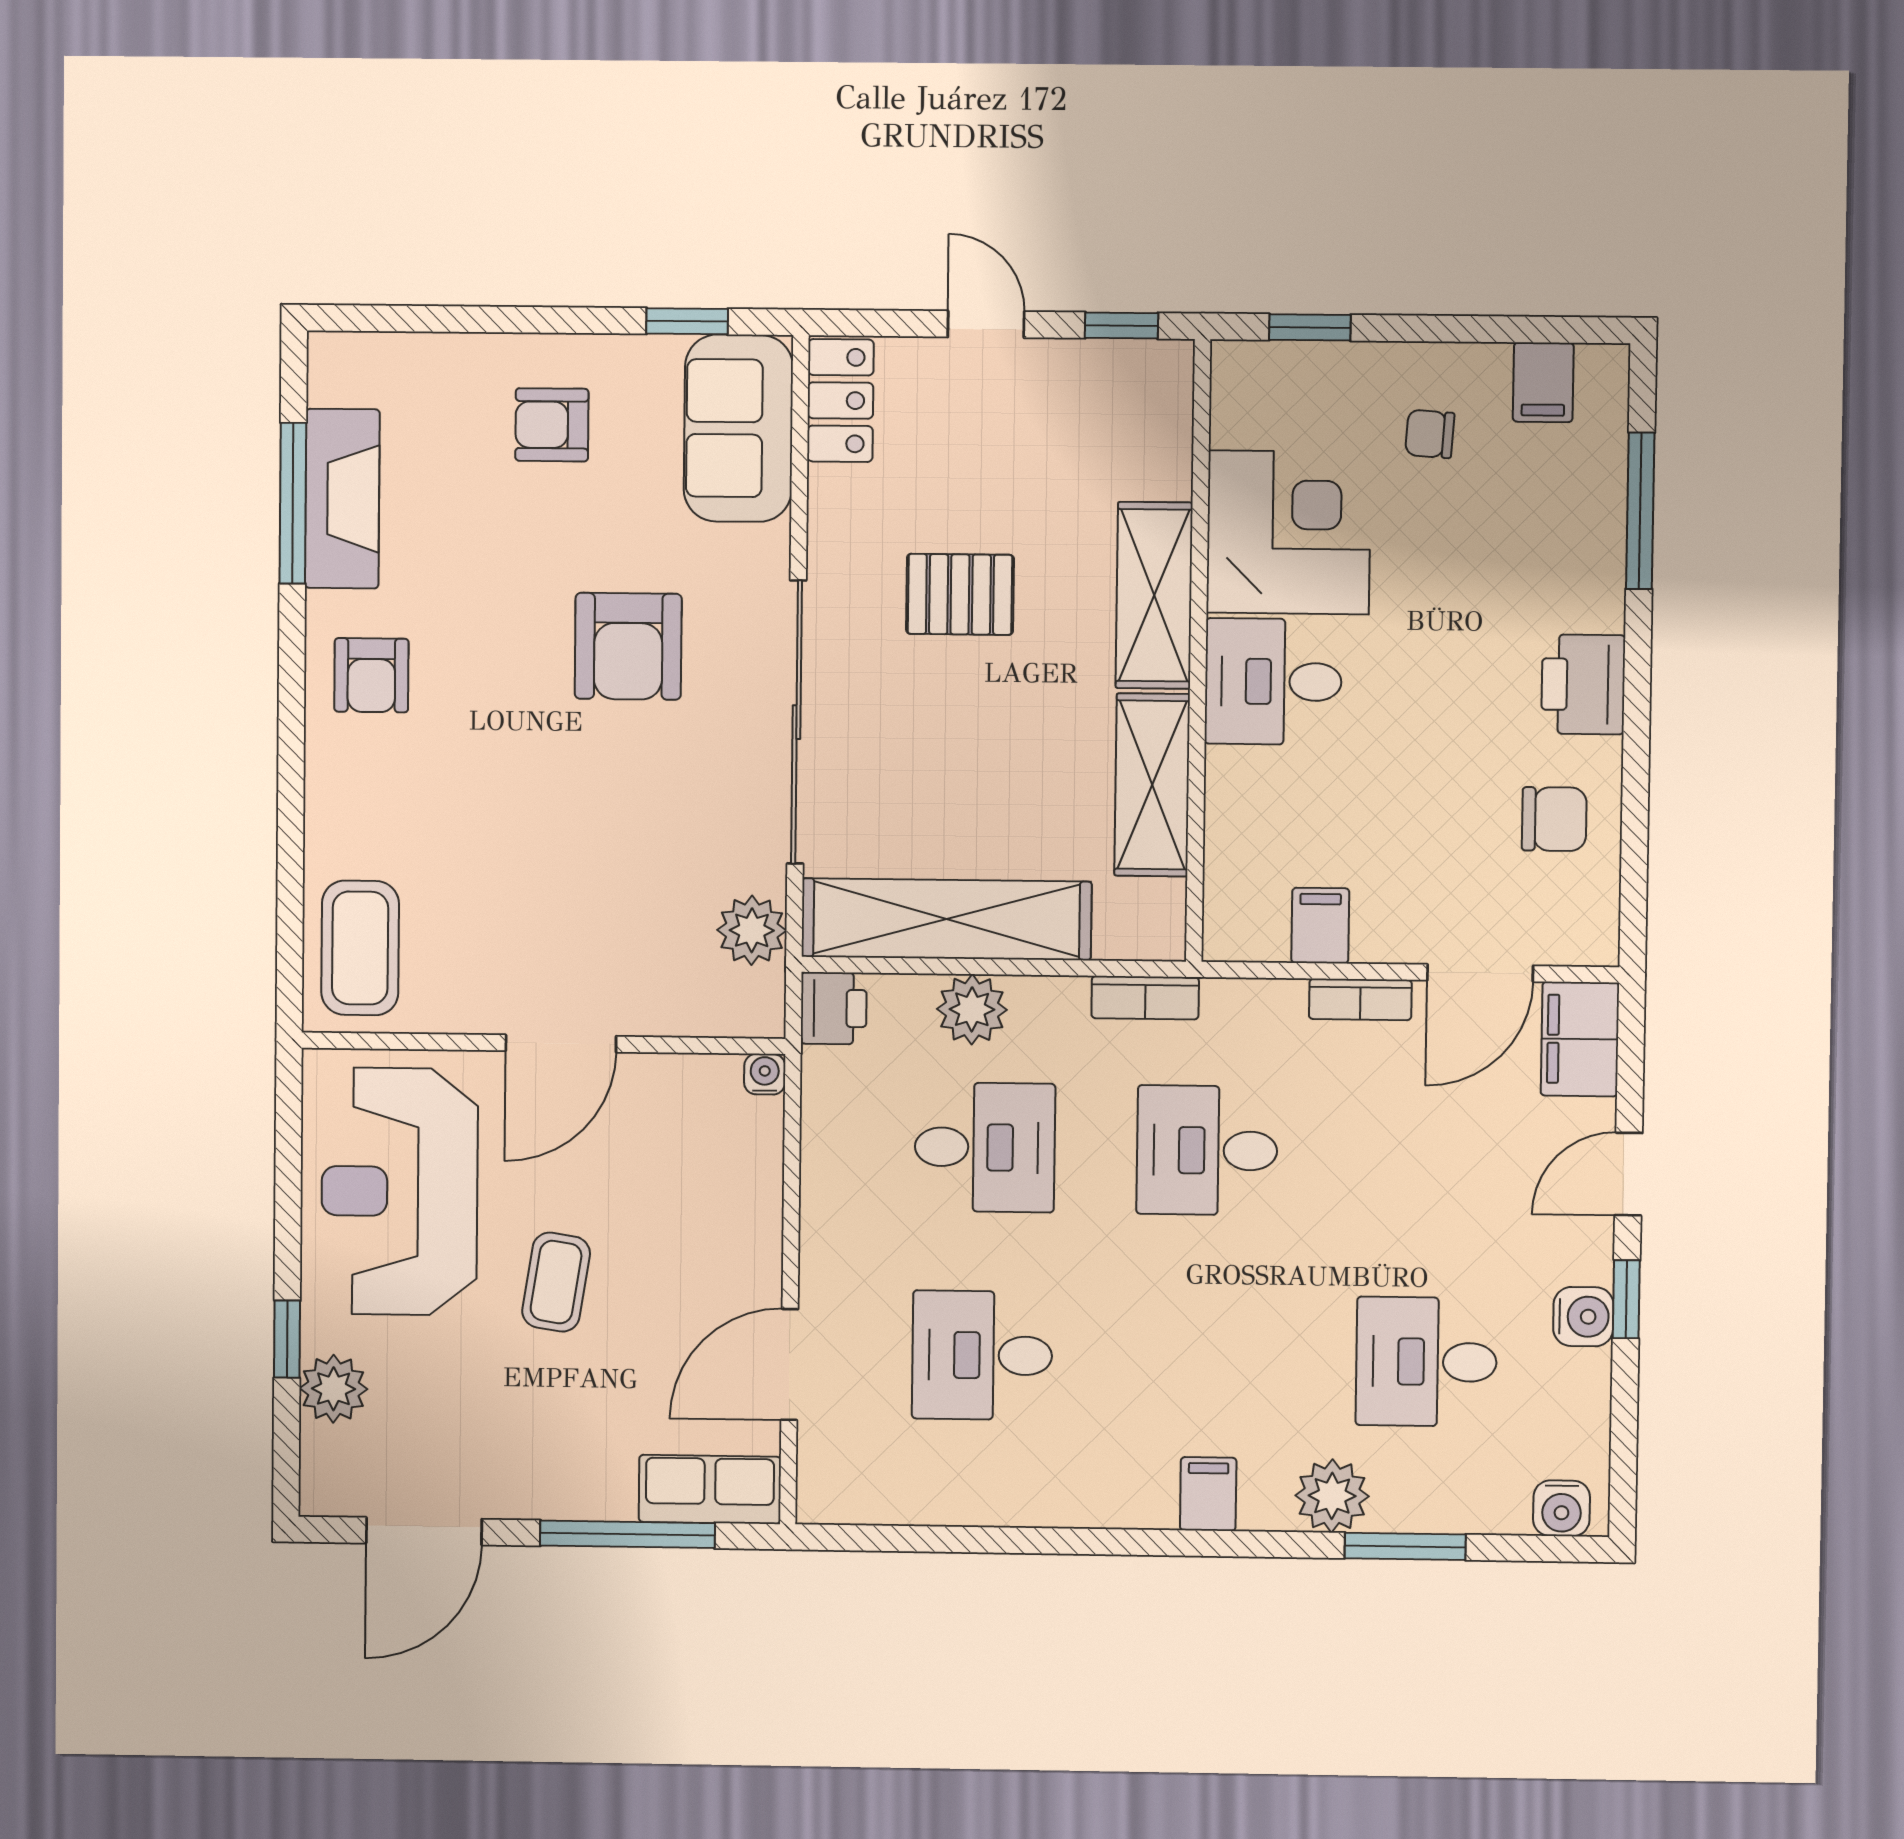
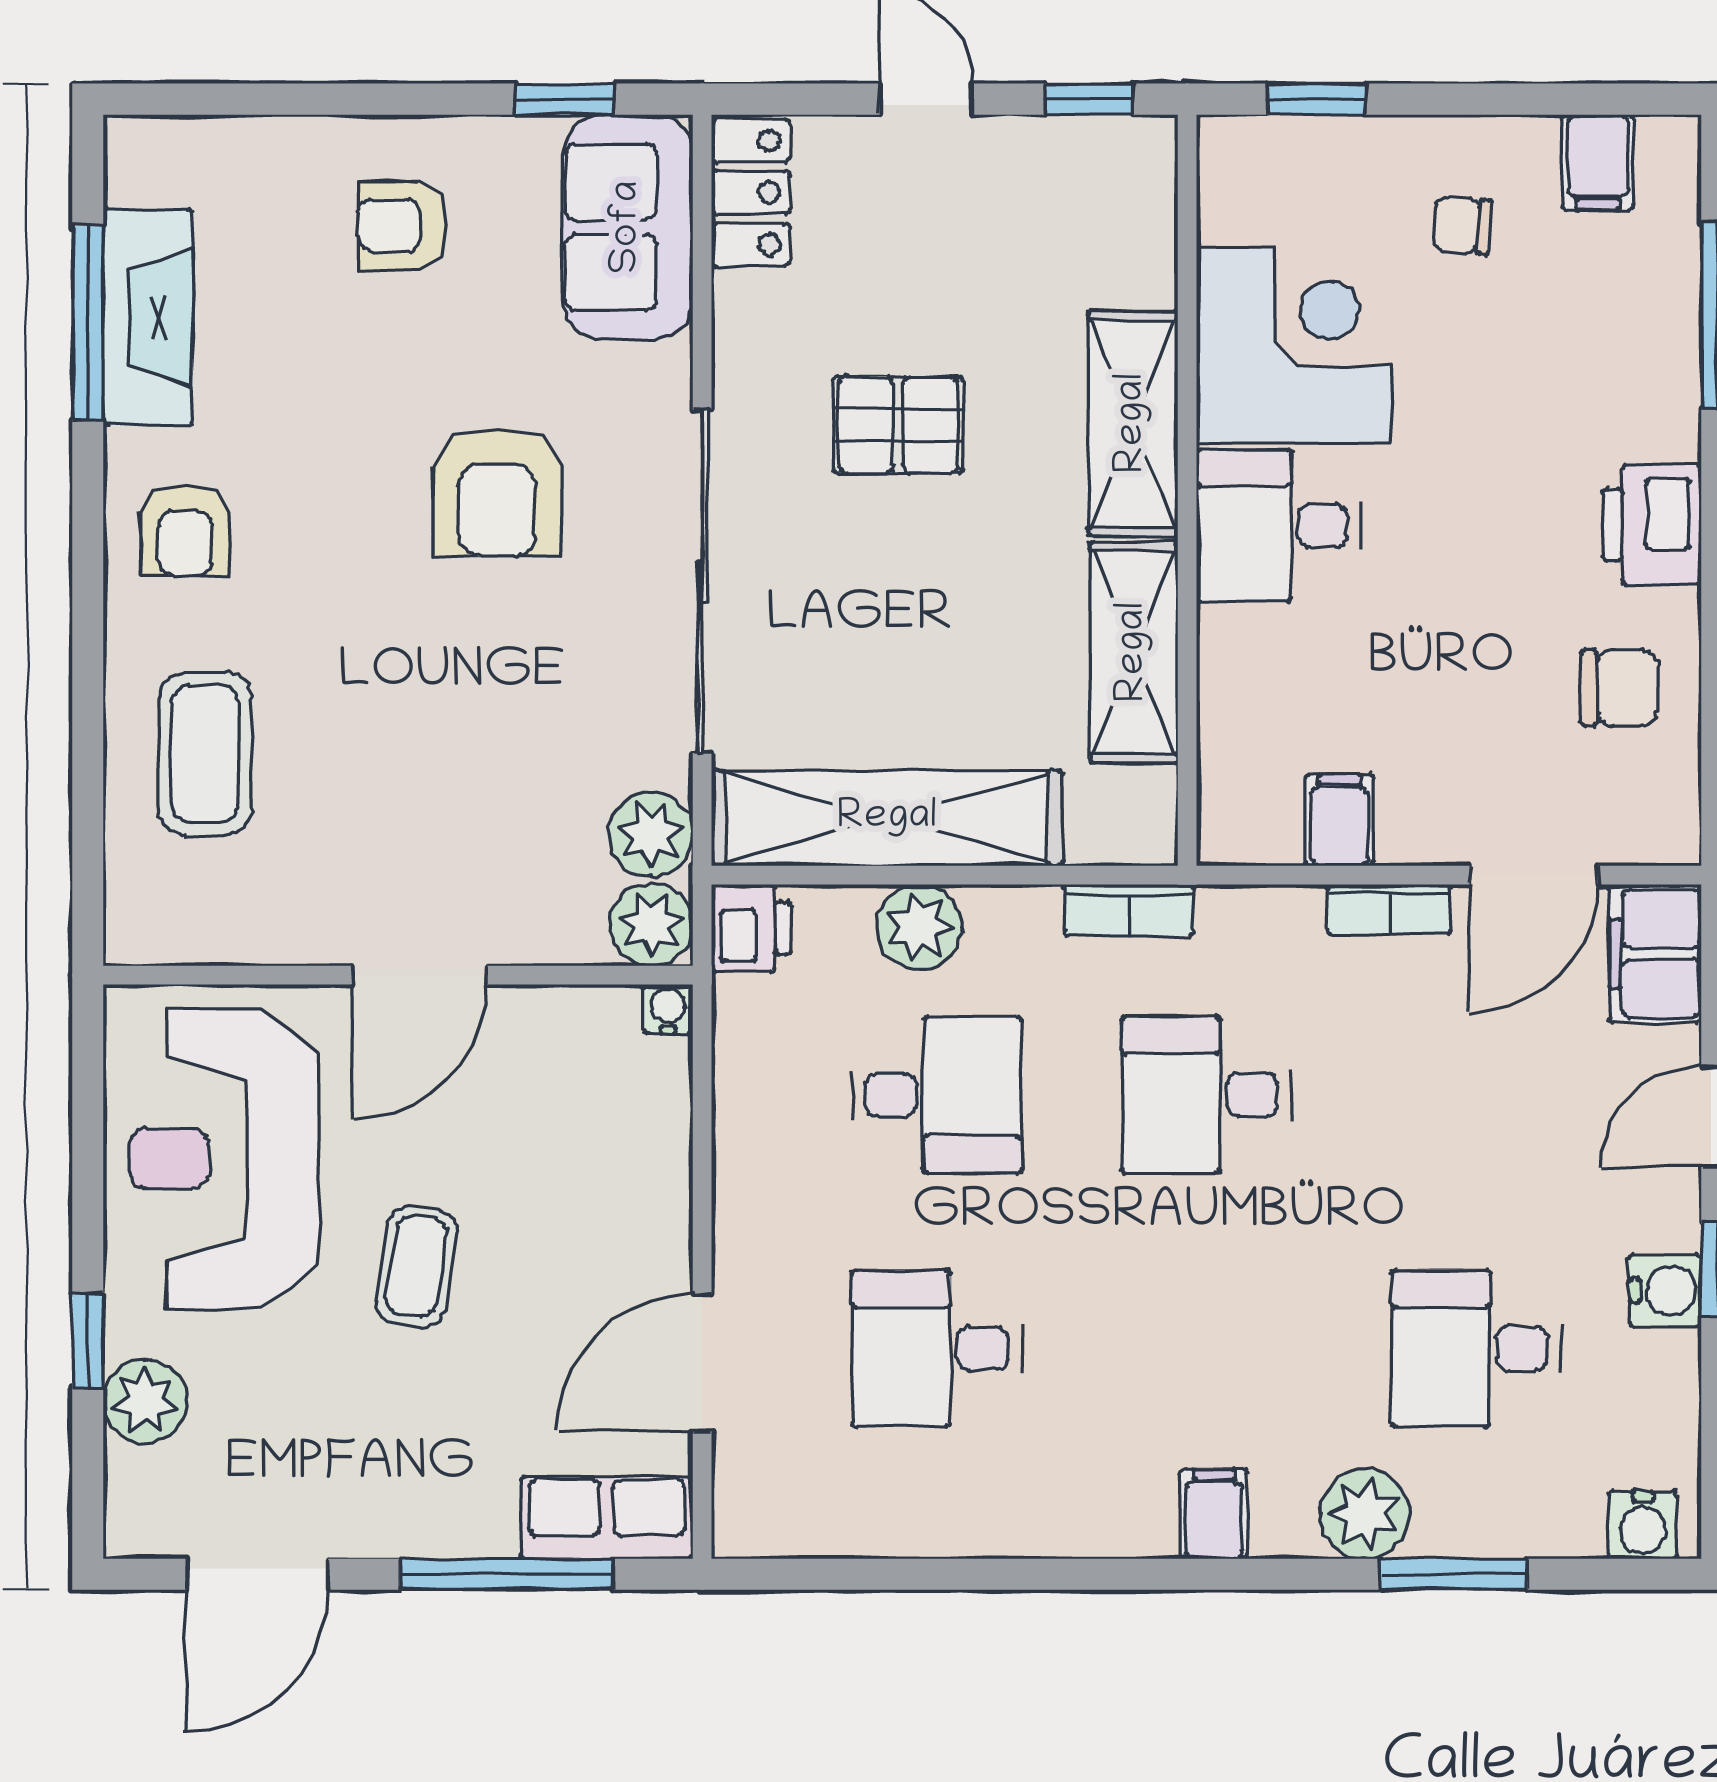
coffee table: (360, 948) -> (205, 754), moved
plant: (752, 1004) -> (652, 925), added

